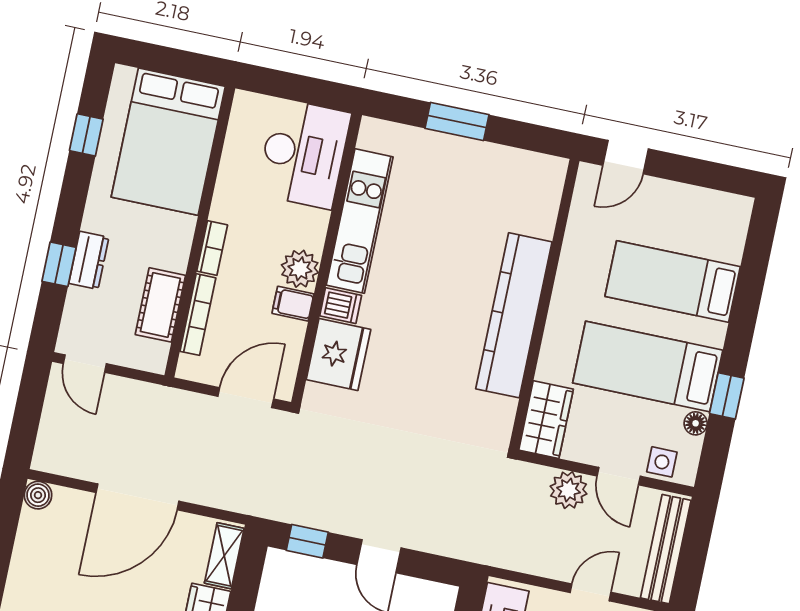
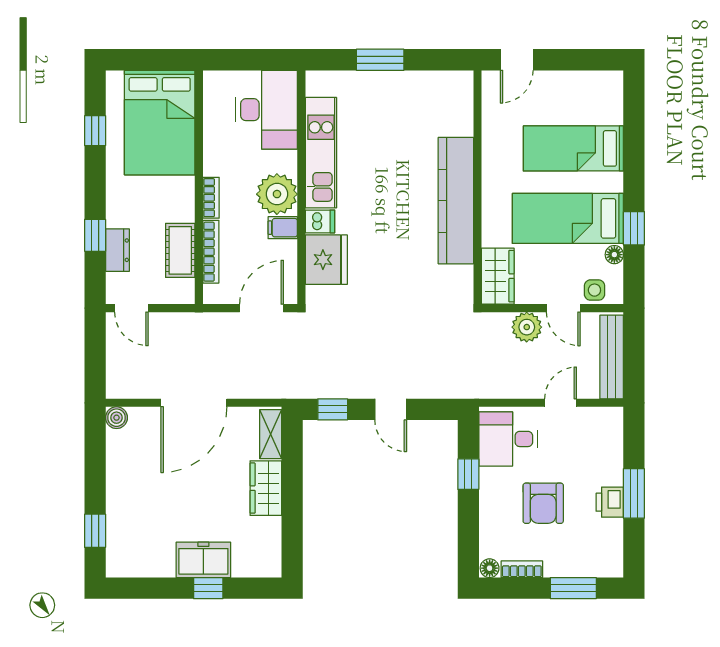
dresser: (89, 260) -> (117, 250), moved
plant: (300, 269) -> (277, 194), width x1.36, depth x1.36

